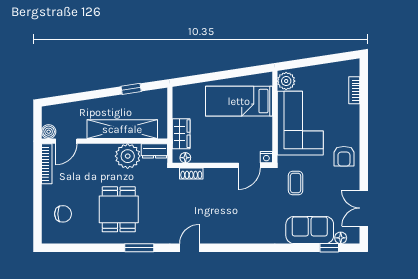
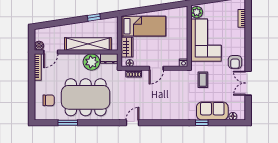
bed: (239, 101) -> (143, 26), moved, turned 180
door: (249, 165) -> (156, 68), moved
double door: (364, 208) -> (248, 83), moved
dining table: (119, 209) -> (86, 97), width x1.88, depth x1.24
window: (139, 248) -> (68, 123), moved
window: (329, 248) -> (202, 123), moved

